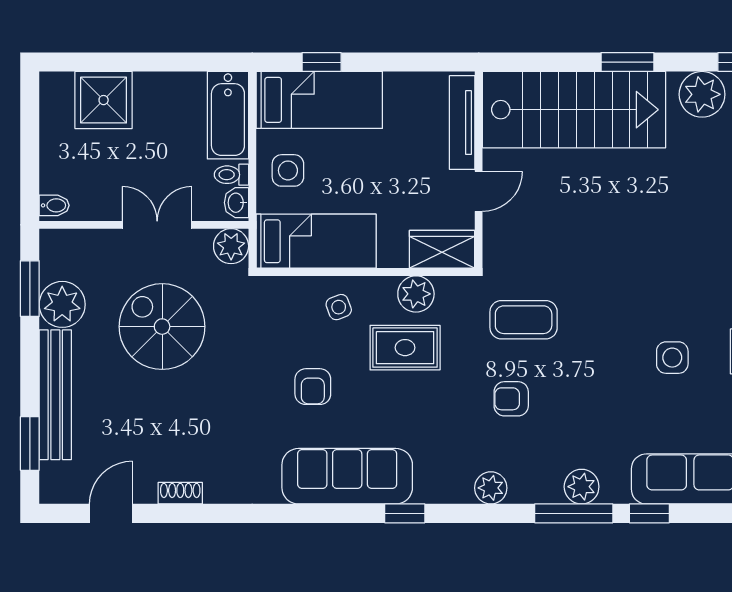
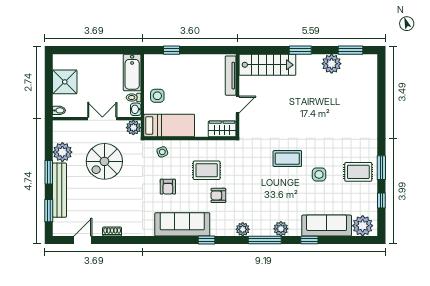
shower: (104, 100) -> (65, 82), moved
bed: (319, 100) -> (171, 66), removed
stairs: (574, 110) -> (267, 65), width x0.73, depth x0.66
window: (30, 289) -> (49, 172), moved
plant: (416, 294) -> (211, 148), removed
side table: (339, 307) -> (162, 152), moved
coffee table: (524, 320) -> (287, 159), moved
spiral stairs: (162, 327) -> (104, 161), turned -90
armchair: (511, 399) -> (218, 195), moved
window: (574, 513) -> (265, 240), moved

